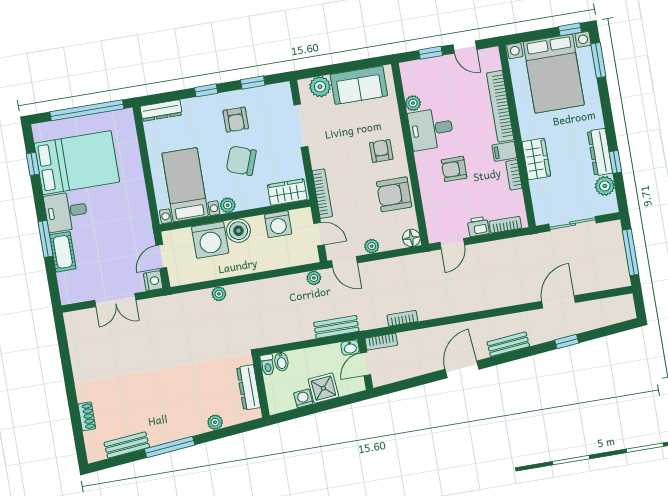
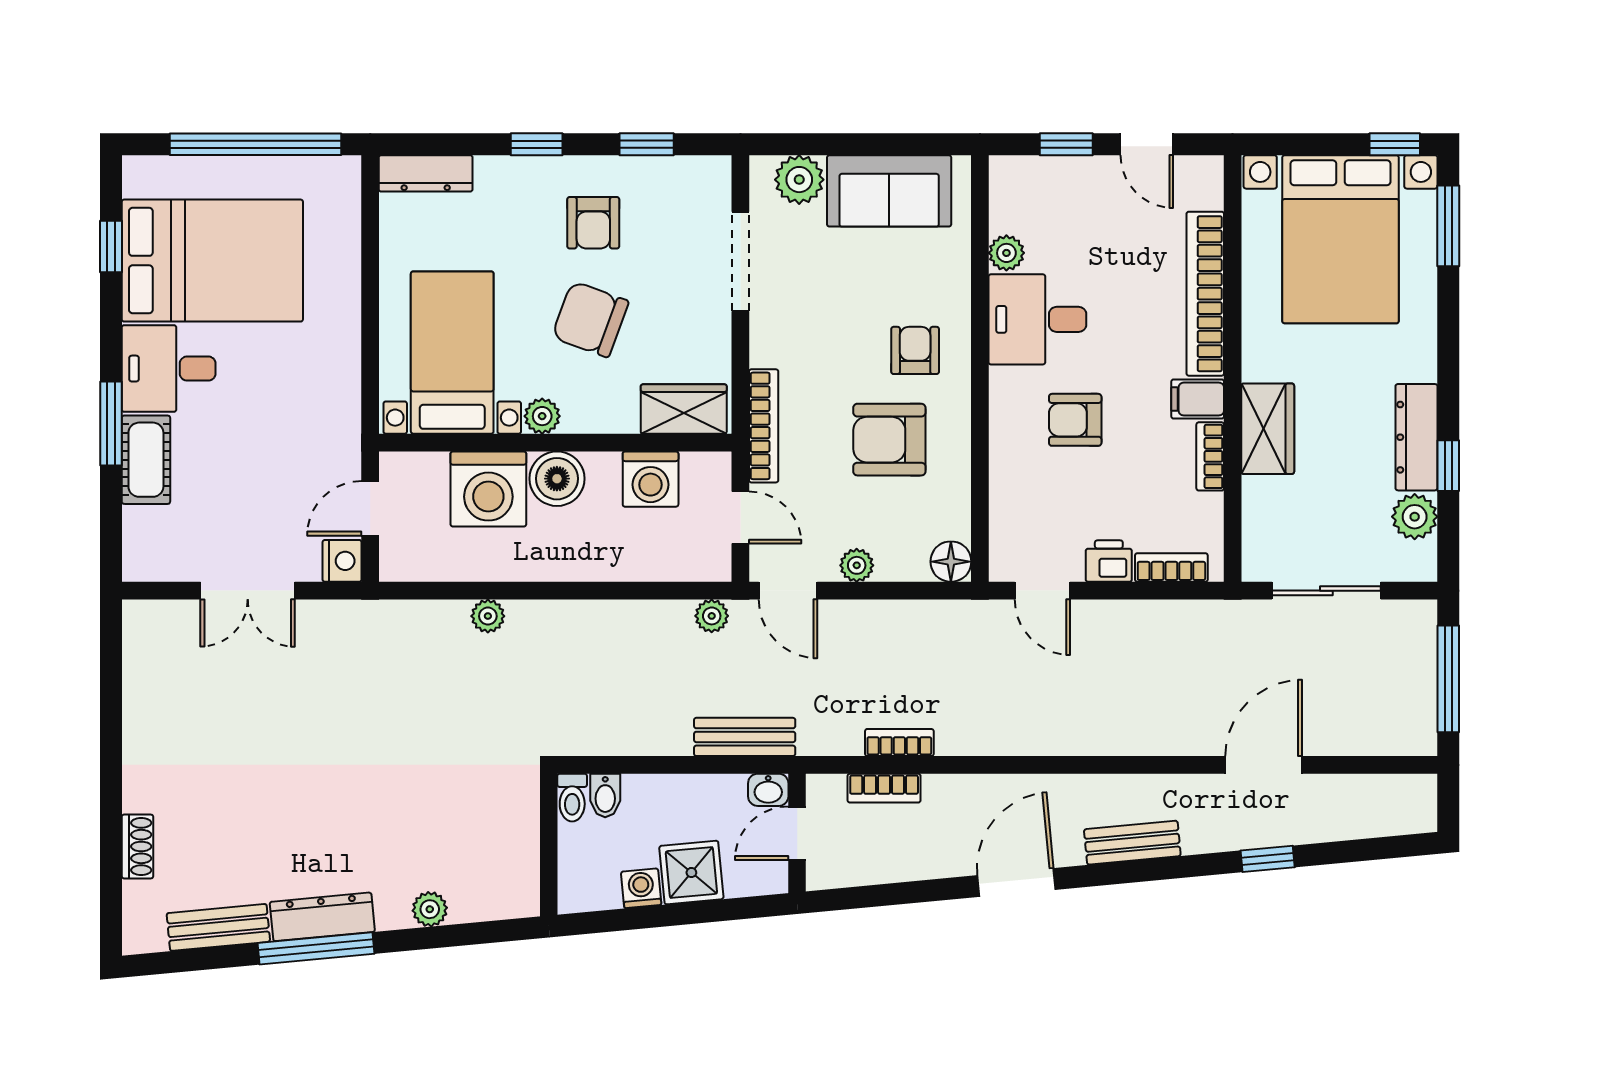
armchair: (394, 194) -> (889, 440), moved
door: (452, 244) -> (1042, 591), hinge flipped
bookcase: (381, 342) -> (884, 788), moved
dresser: (249, 387) -> (322, 917), moved, turned 85

